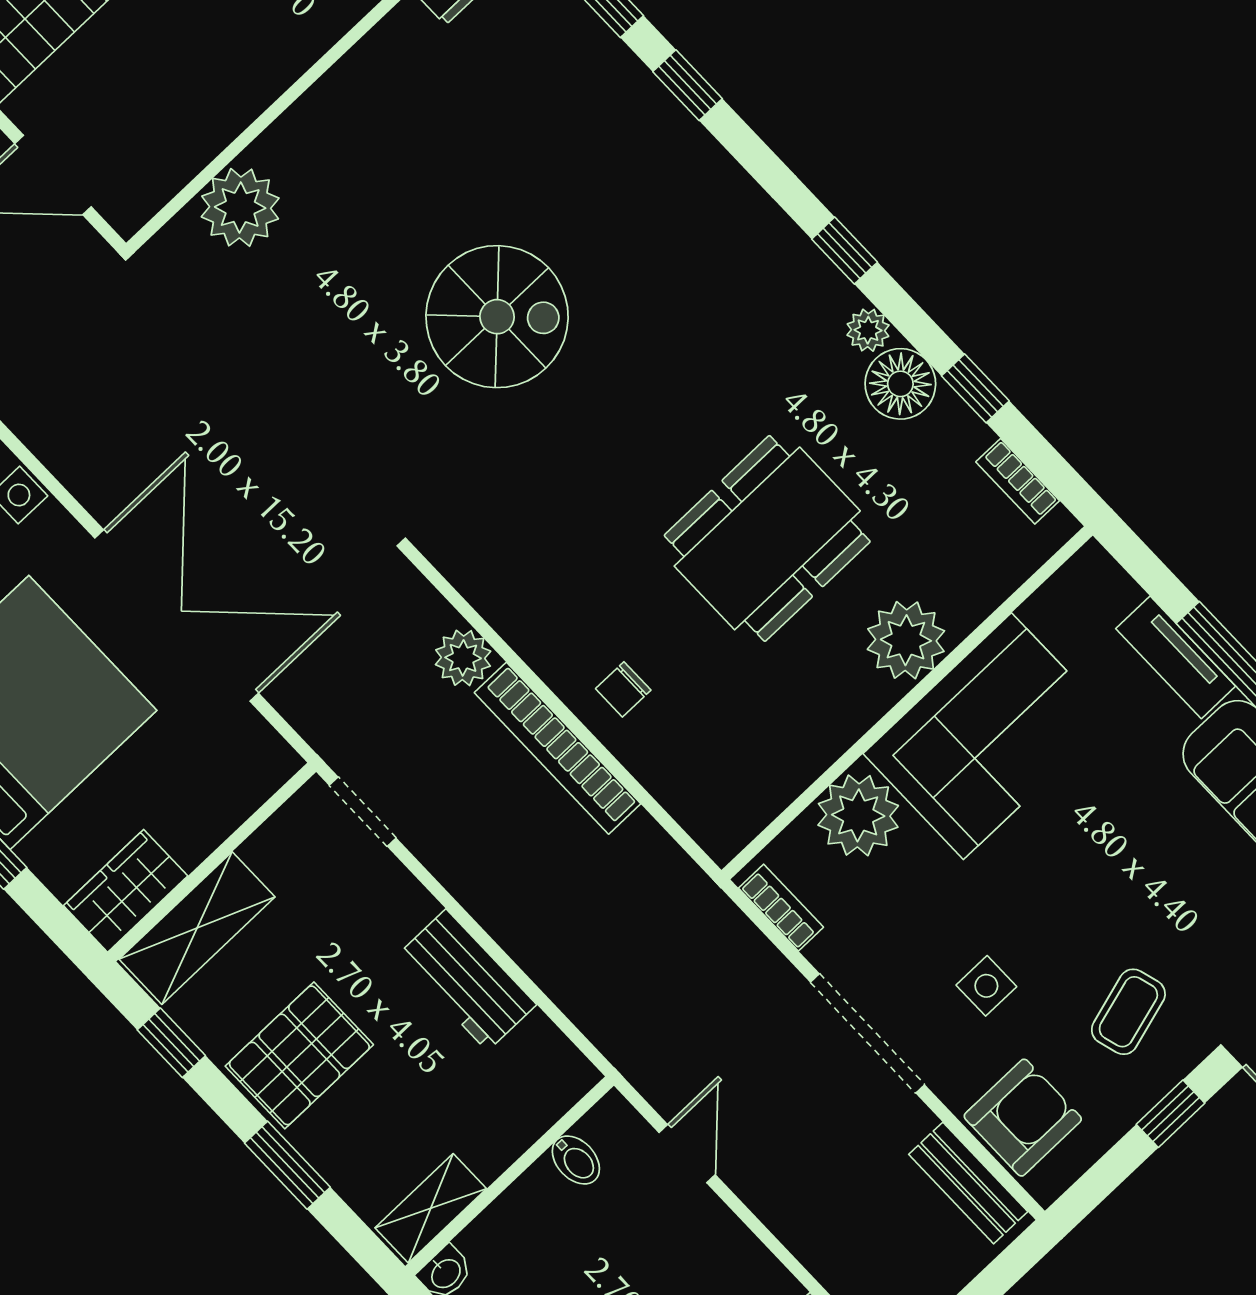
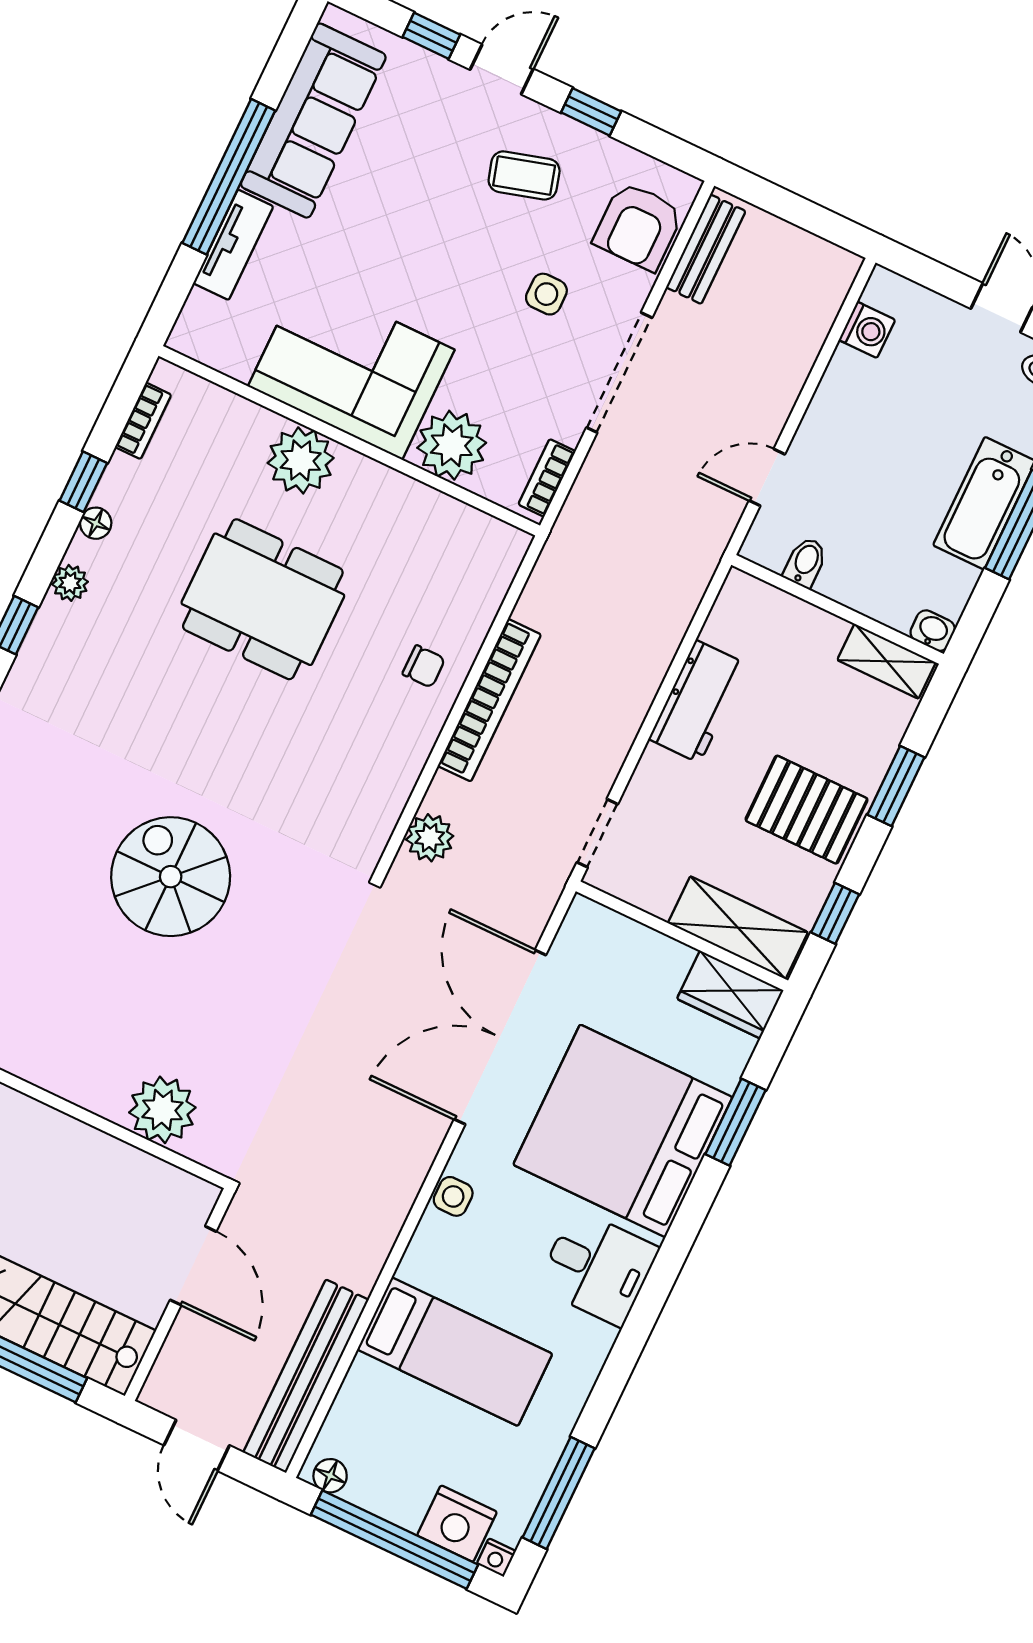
floor lamp: (900, 384) -> (96, 523), width x0.53, depth x0.53
plant: (463, 658) -> (430, 838), moved
armchair: (1023, 1118) -> (638, 226), turned -90

